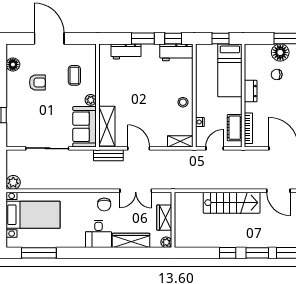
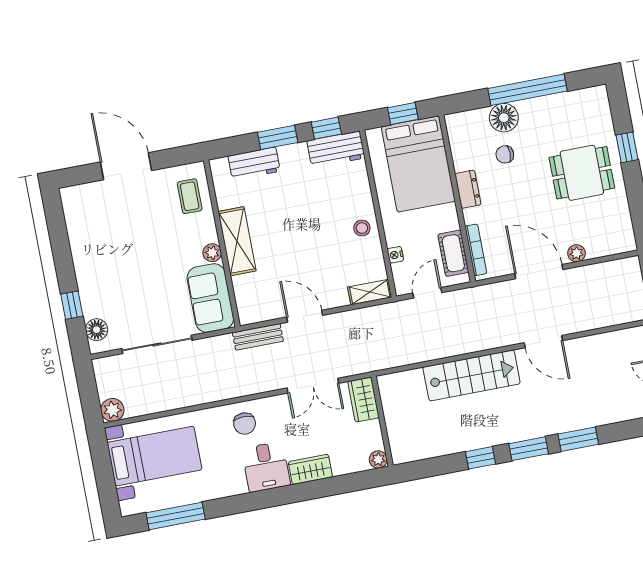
floor lamp: (13, 64) -> (97, 330), moved
bed: (230, 70) -> (418, 164), width x1.50
coffee table: (74, 75) -> (190, 196), moved
armchair: (37, 82) -> (121, 241), removed
shelving: (107, 126) -> (237, 241), moved
chair: (104, 205) -> (245, 424), moved
wardrobe: (164, 218) -> (363, 400), moved
wardrobe: (131, 240) -> (310, 469), width x0.67

